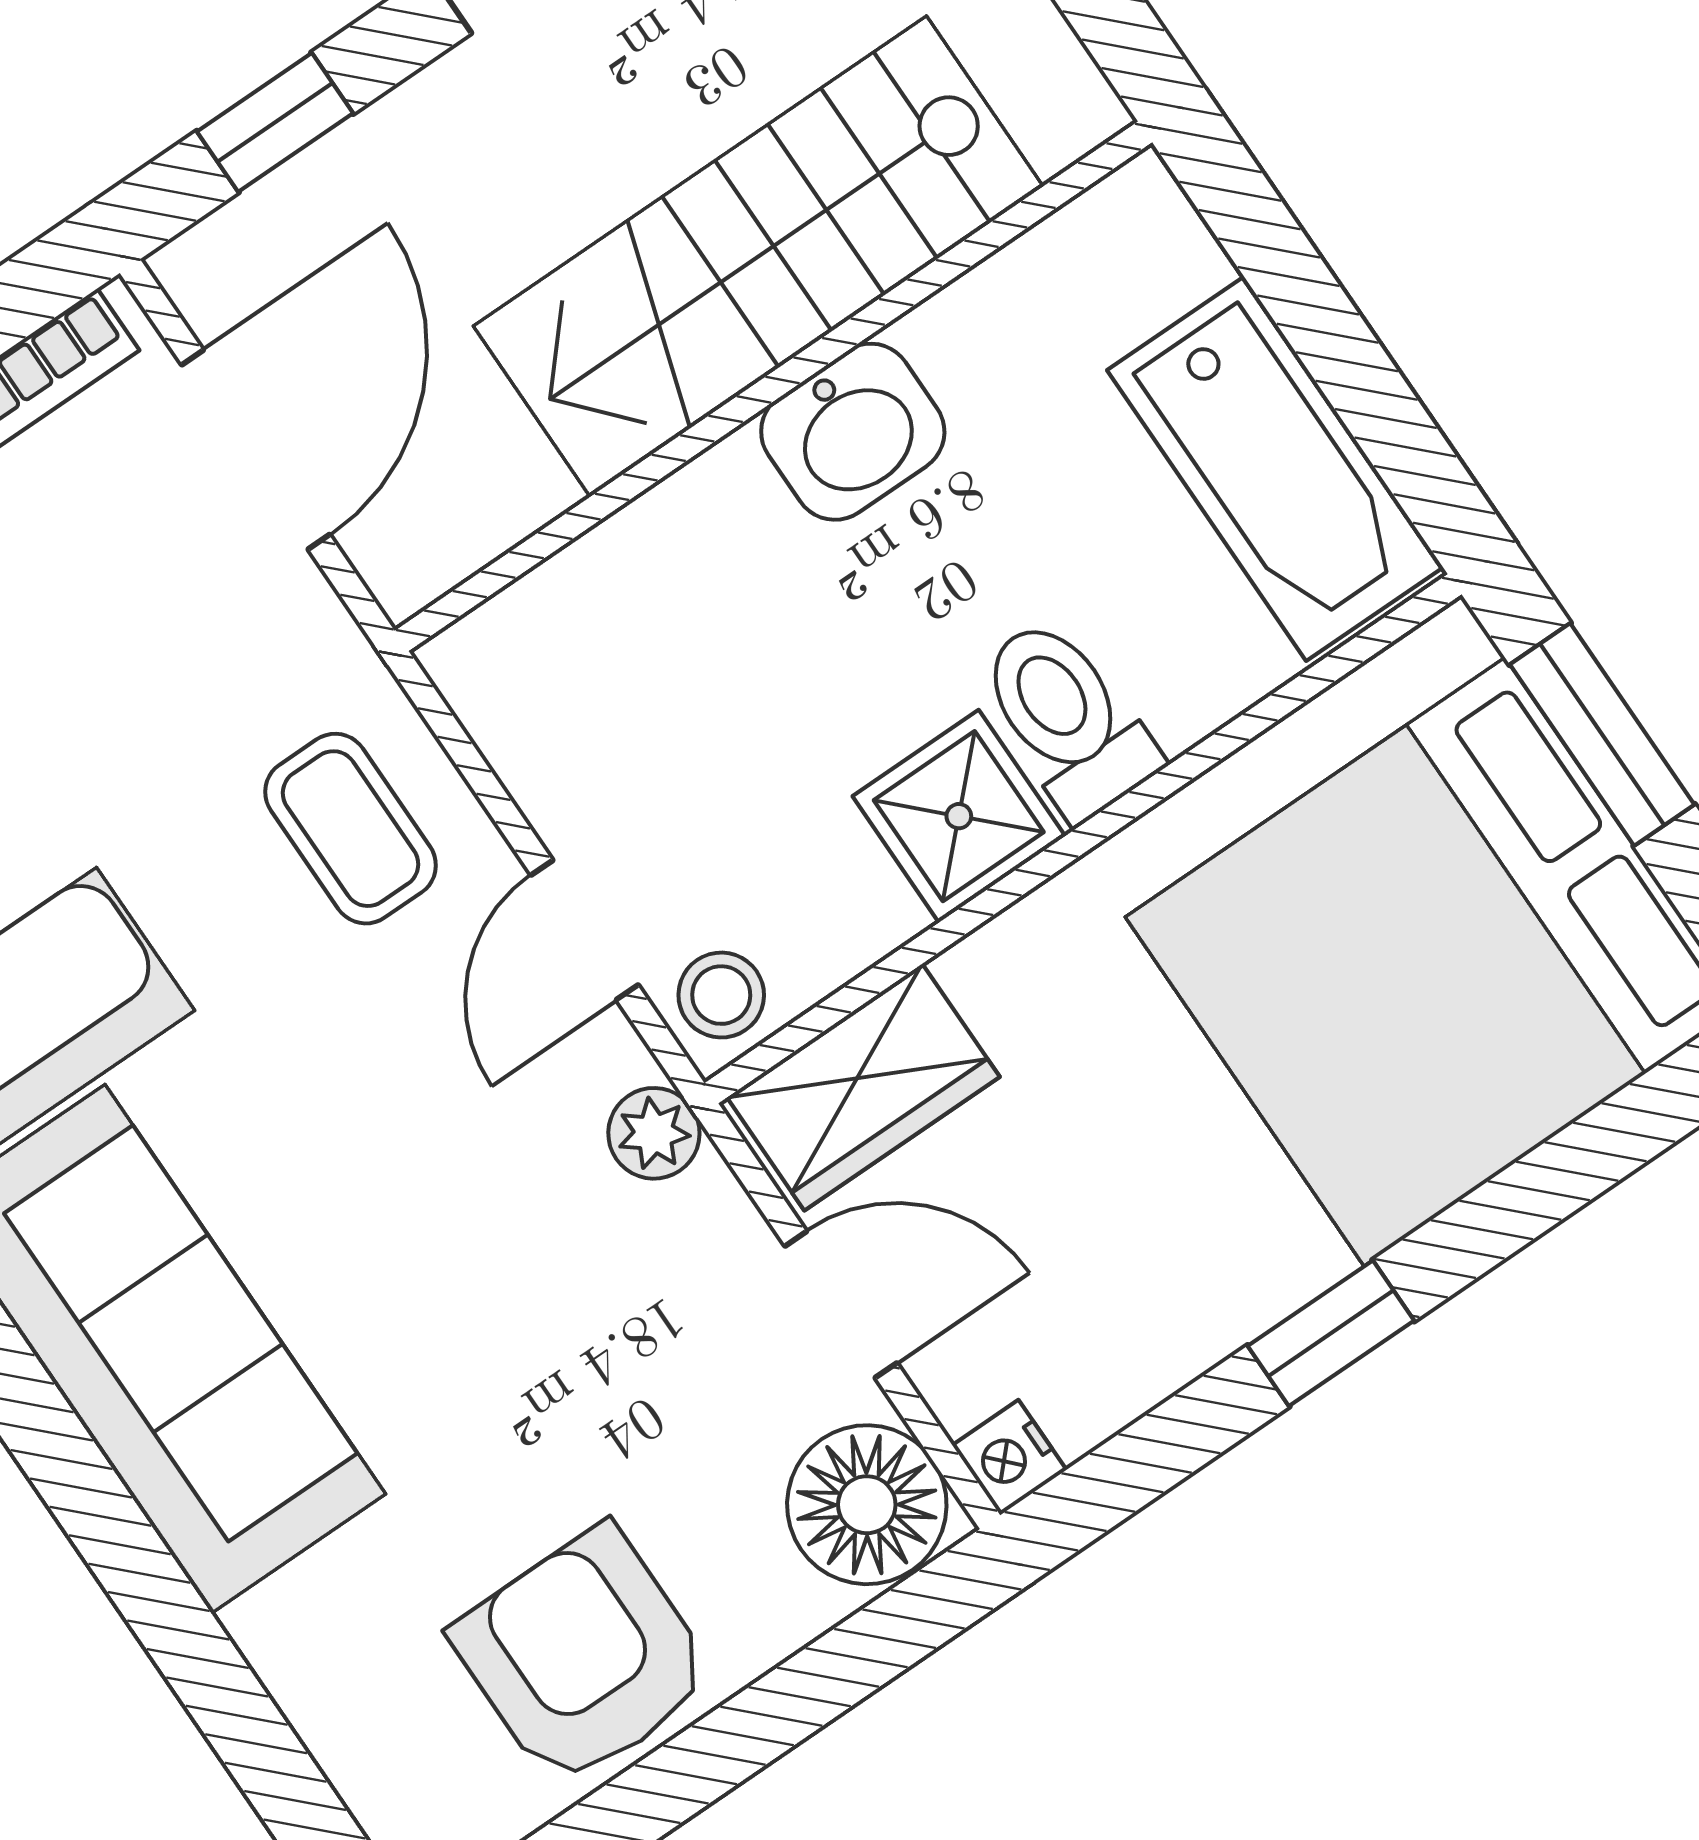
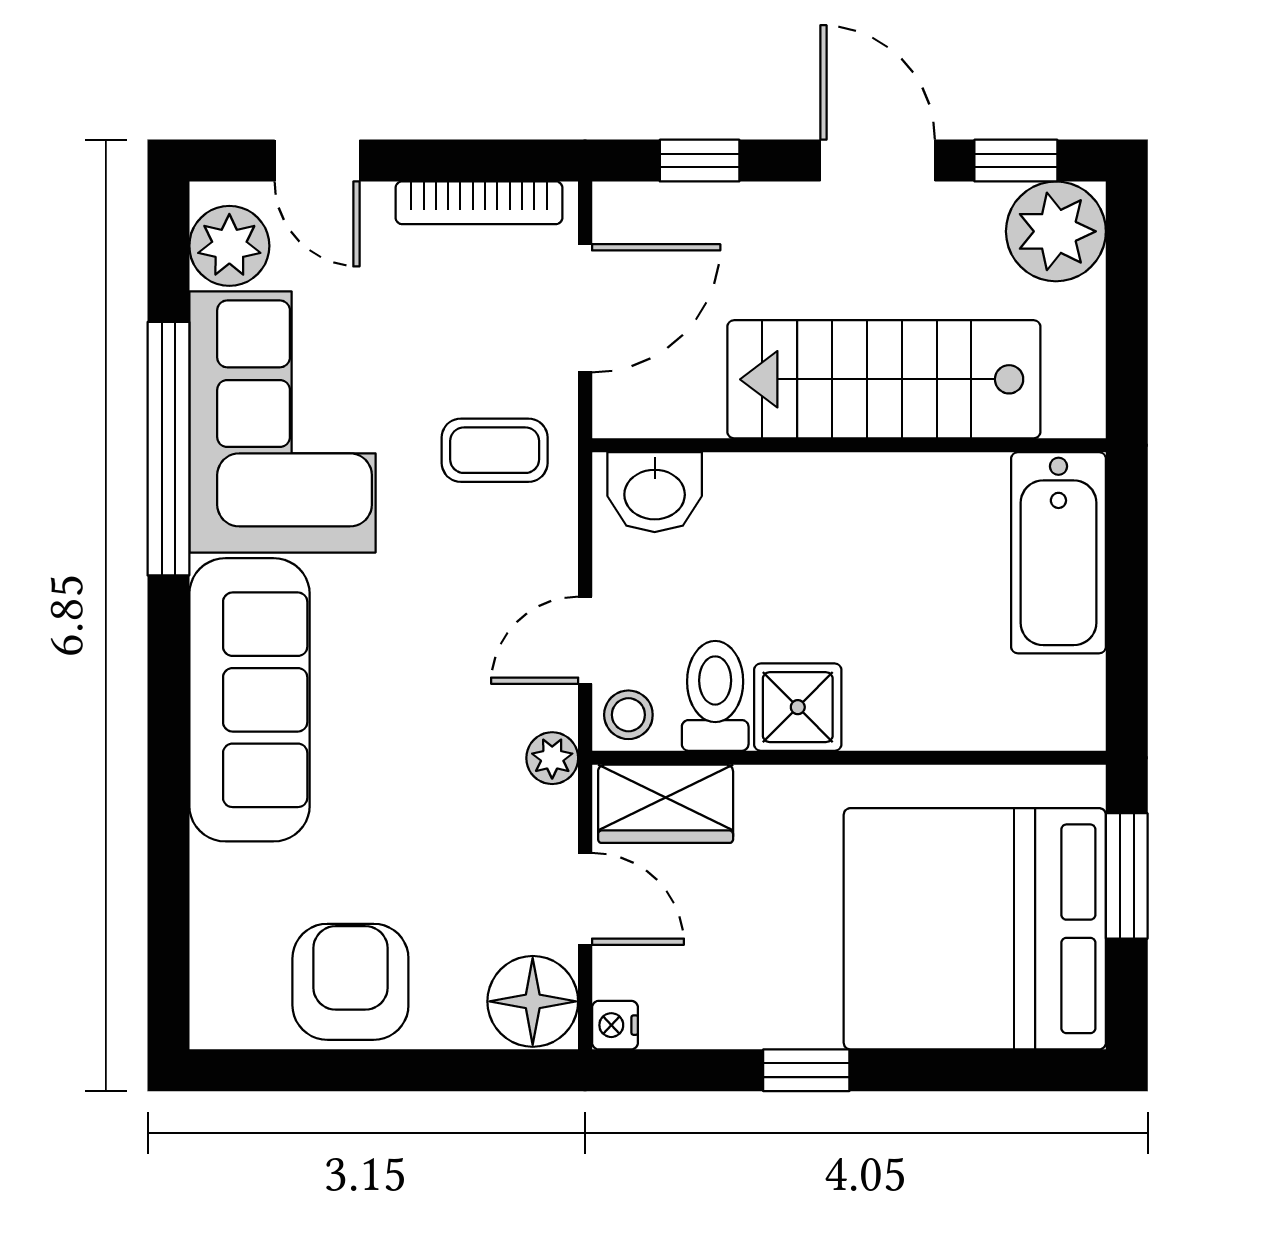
washbasin: (853, 432) -> (655, 492), moved
bathtub: (1275, 469) -> (1058, 553), moved
toilet: (1067, 718) -> (715, 696), moved
coffee table: (351, 829) -> (495, 450), moved, turned 90

